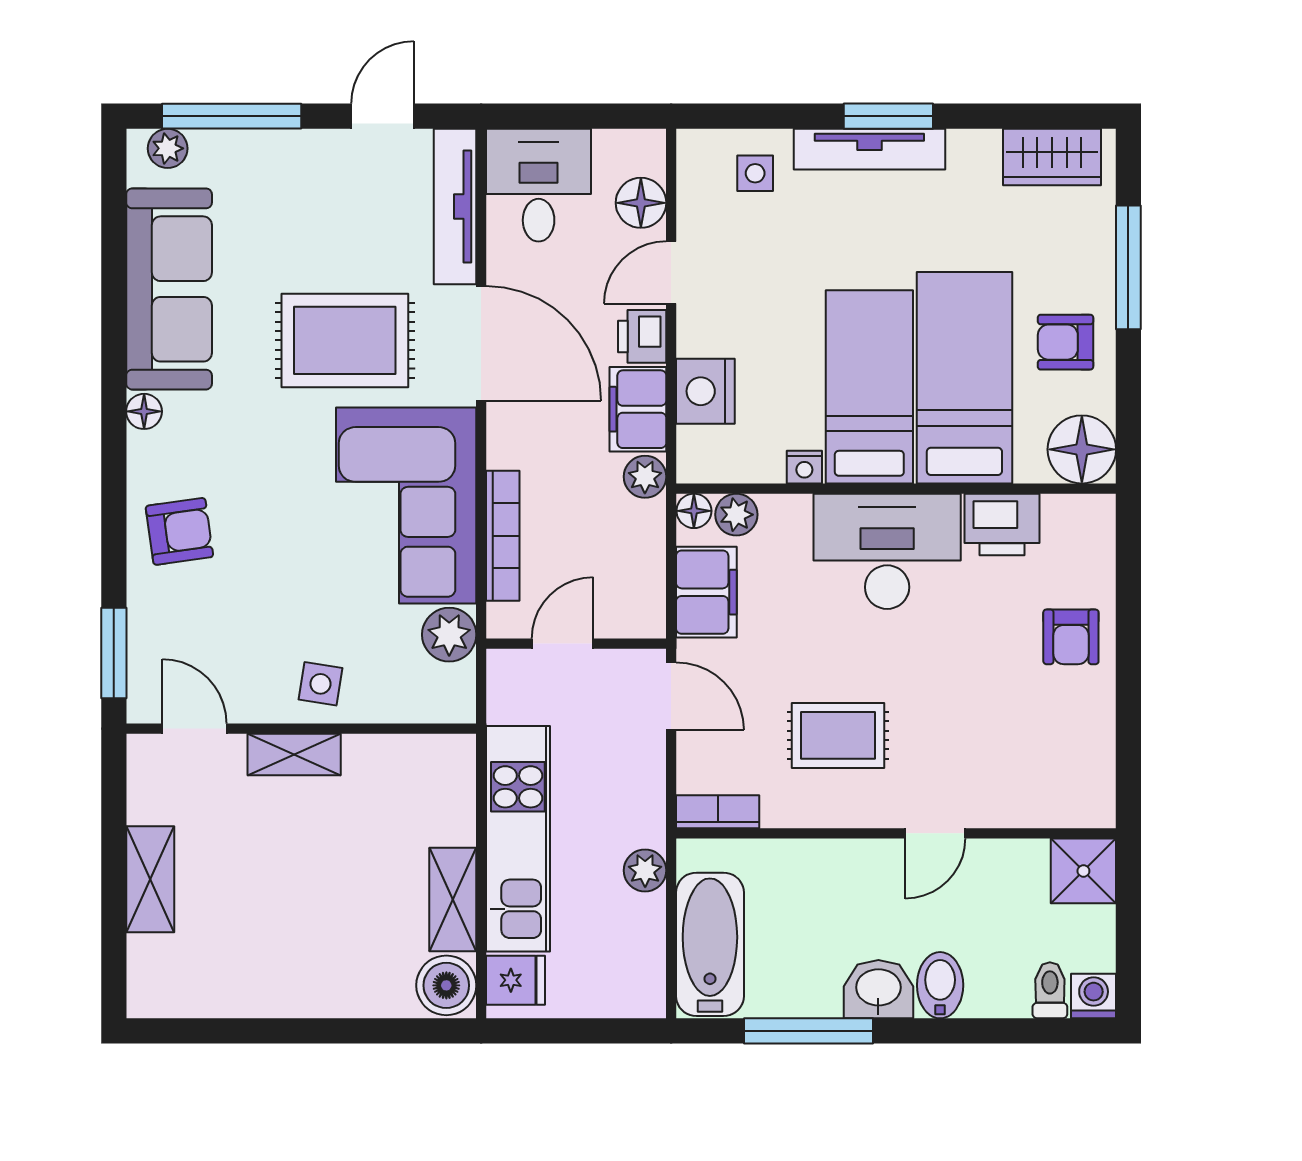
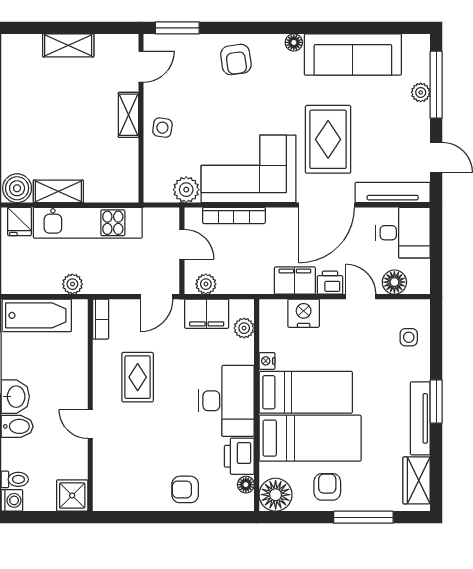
plant: (168, 148) -> (421, 92), moved
tv unit: (869, 149) -> (420, 418), moved
plant: (645, 477) -> (206, 284), moved
floor lamp: (694, 511) -> (246, 485), moved

